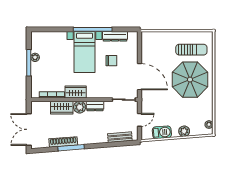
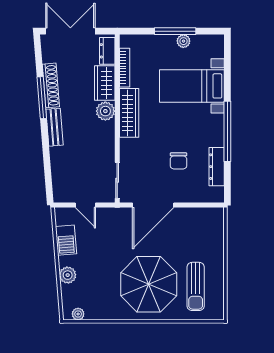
bed with nightstands: (85, 52) -> (192, 86), moved
wardrobe: (76, 92) -> (129, 113), width x1.50
dresser: (95, 106) -> (107, 51), moved
bench: (120, 137) -> (54, 127), moved

